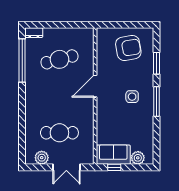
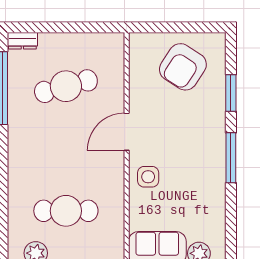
armchair: (128, 48) -> (183, 67), turned 133
side table: (132, 97) -> (148, 177), moved

